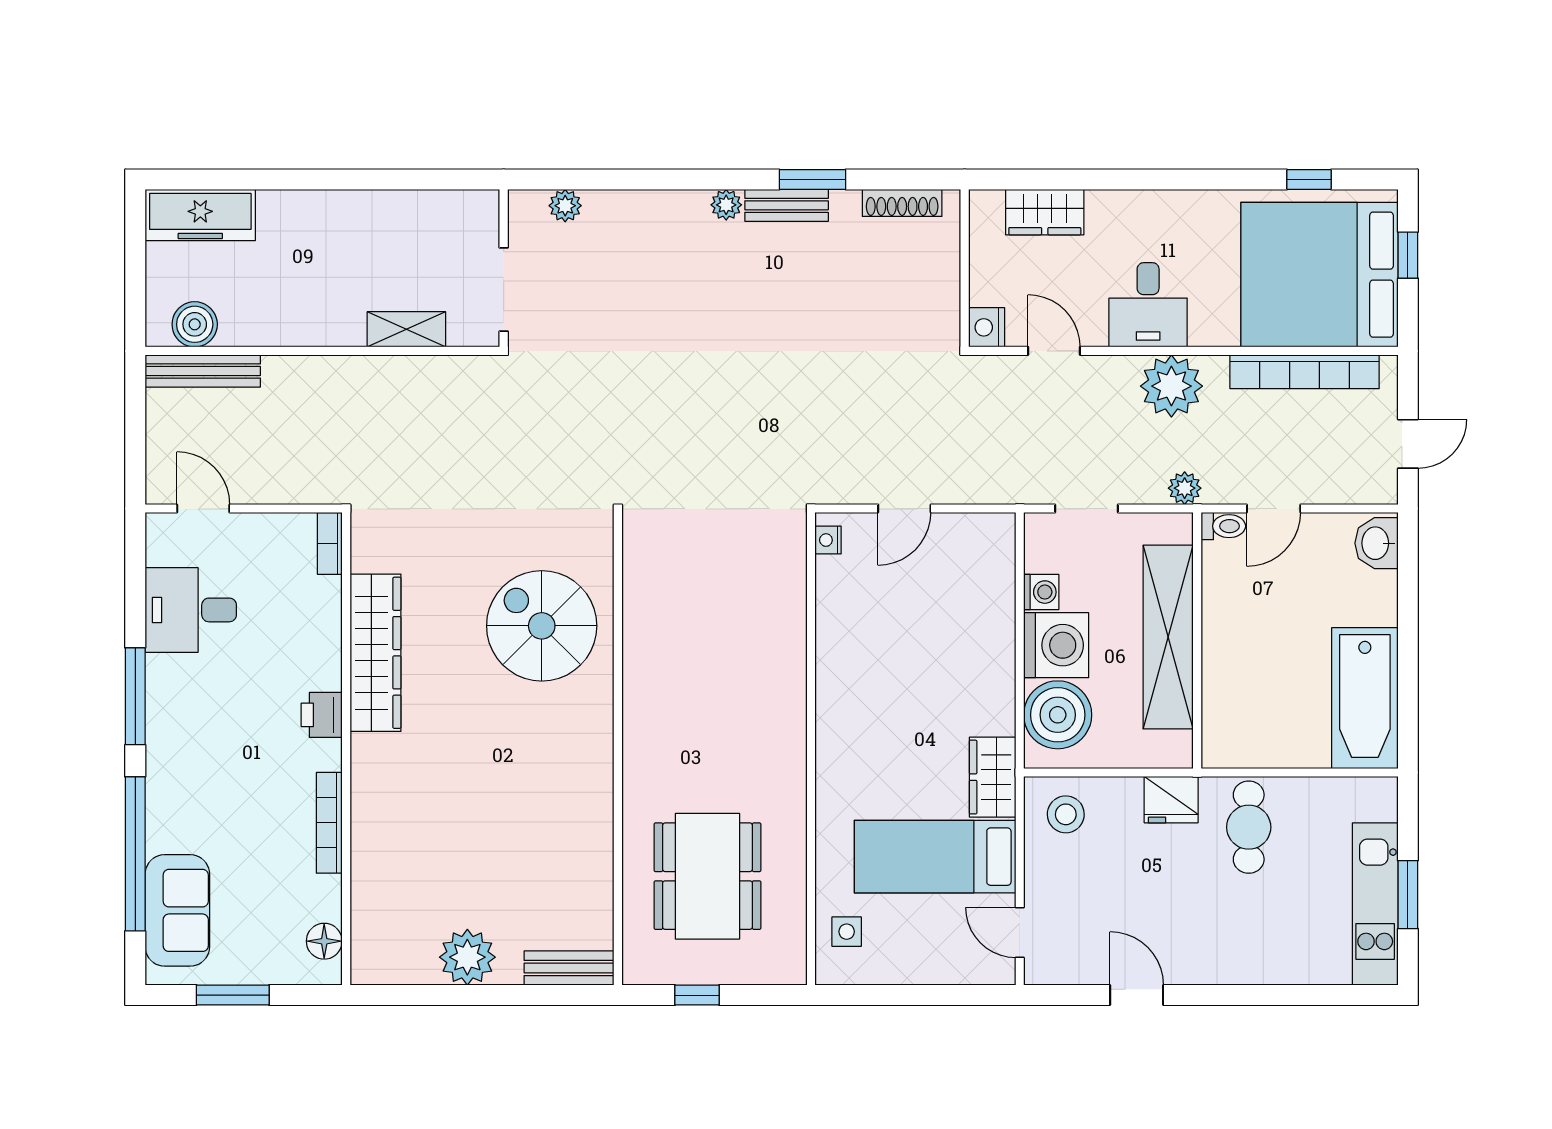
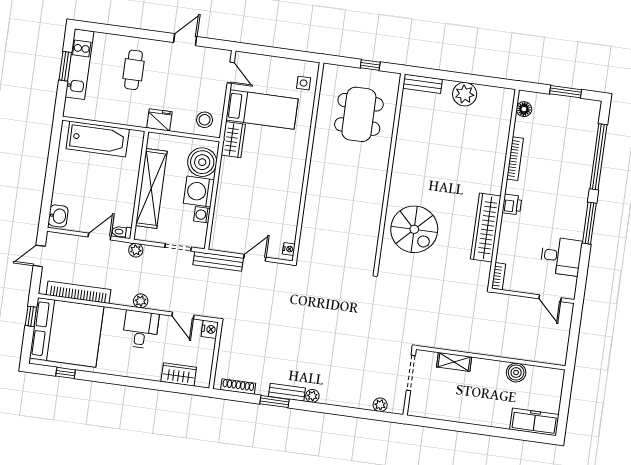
window: (1408, 255) -> (31, 316), moved
boiler: (195, 324) -> (516, 373), moved
bench: (203, 371) -> (218, 261), moved
plant: (1171, 386) -> (141, 301), width x0.53, depth x0.53
bathtub: (1365, 698) -> (98, 139), moved, turned 90
cafe table: (1249, 827) -> (133, 70), moved
sofa: (177, 910) -> (584, 131), removed
door: (1137, 995) -> (185, 40), swing flipped

